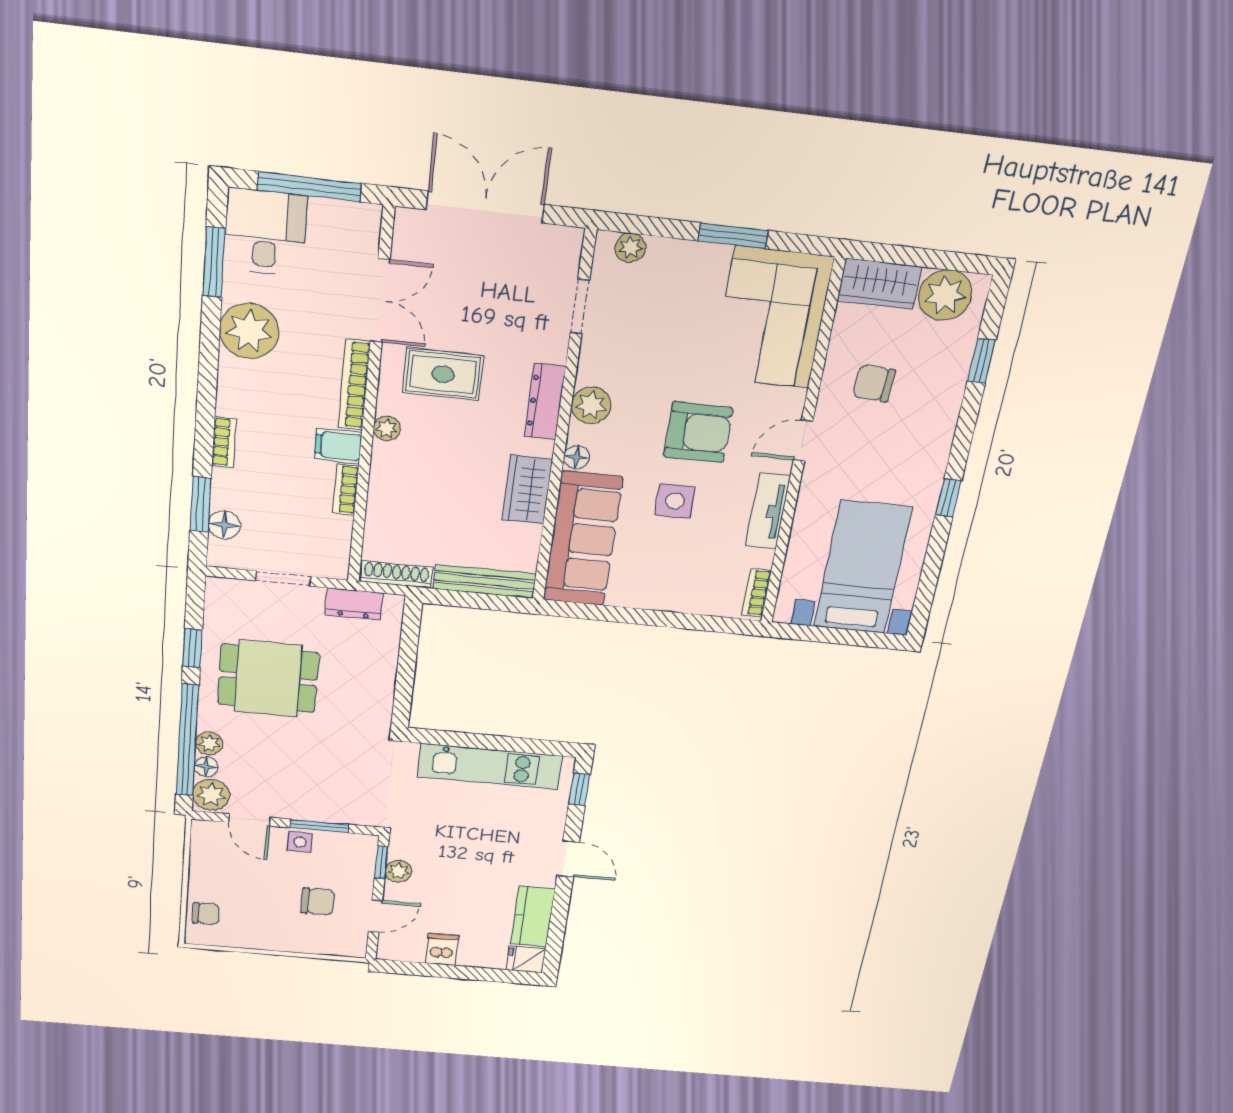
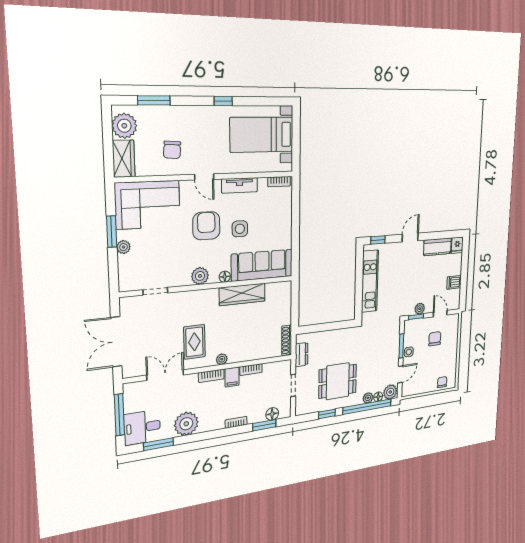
plant: (630, 248) -> (123, 247), moved
window: (982, 361) -> (154, 100), width x1.50
bookcase: (354, 385) -> (211, 376), width x0.64
dresser: (545, 402) -> (201, 296), removed
wardrobe: (527, 490) -> (242, 294), width x1.50
bench: (485, 581) -> (286, 303), removed
dining table: (268, 679) -> (338, 381), turned 90

